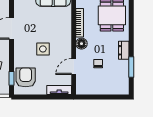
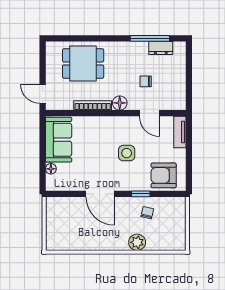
dresser: (124, 50) -> (161, 48), moved
window: (131, 67) -> (150, 38), width x1.44
window: (11, 78) -> (141, 194), moved

